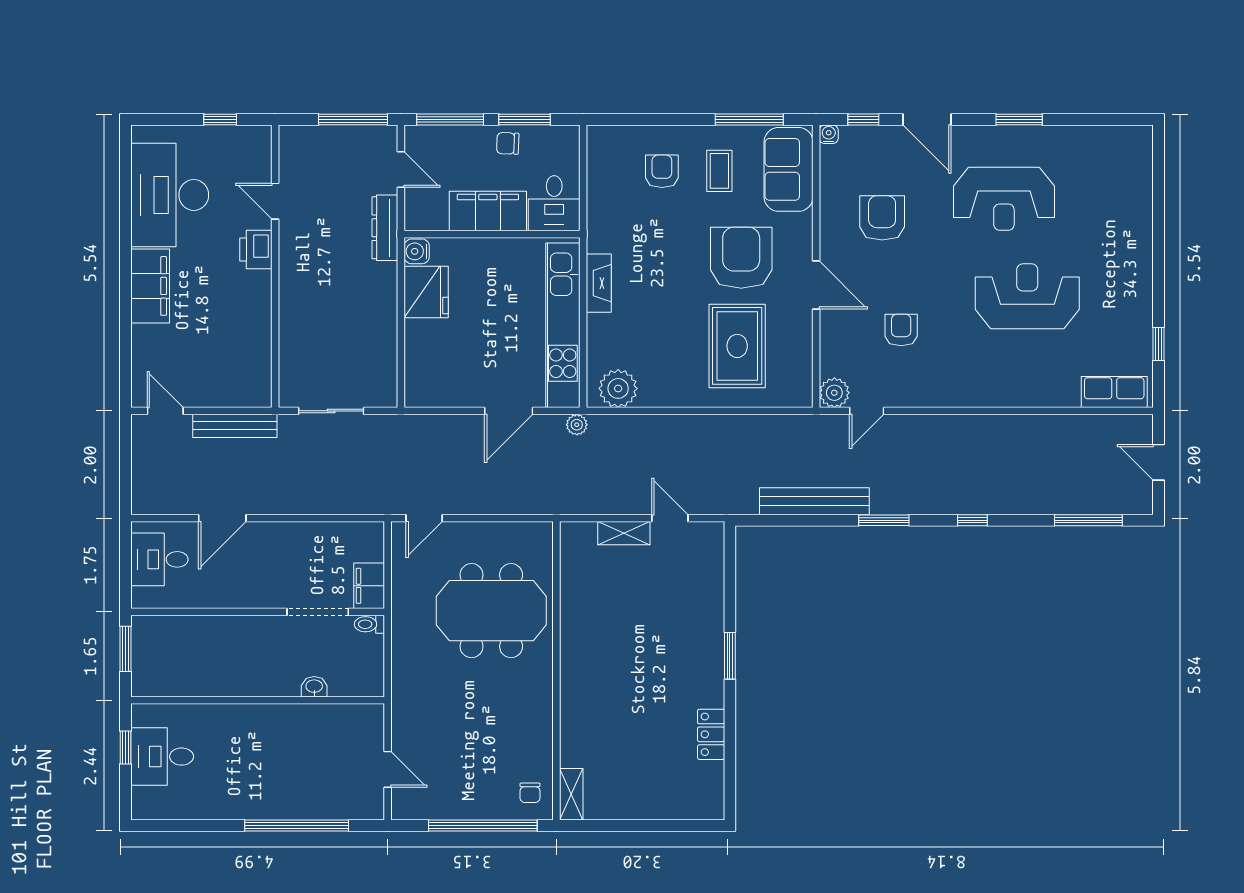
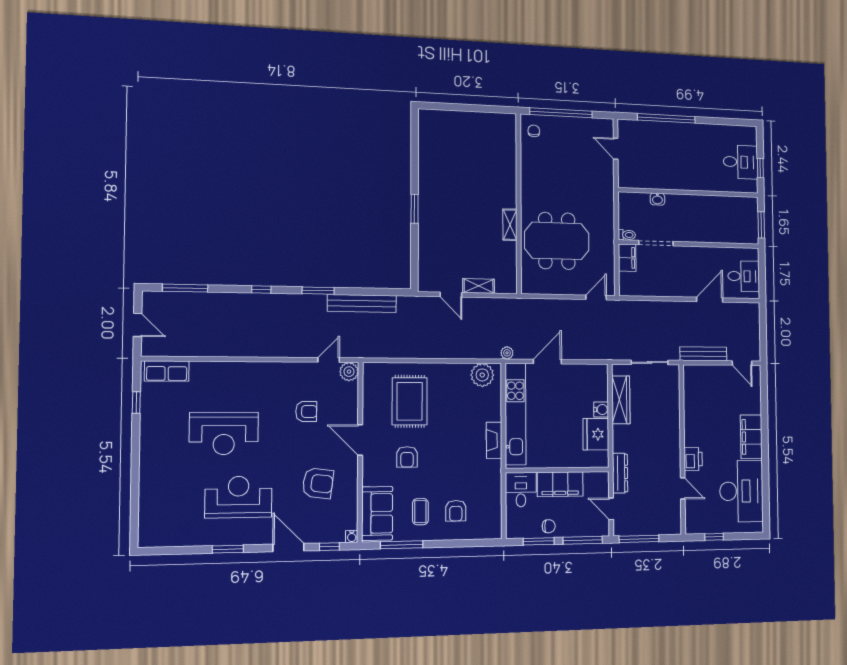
armchair: (882, 218) -> (318, 483), turned -83
water cooler: (417, 251) -> (601, 409), moved
armchair: (741, 258) -> (407, 457), width x0.53, depth x0.53
armchair: (901, 330) -> (306, 411), turned -90
wardrobe: (382, 348) -> (621, 400), added
locker: (711, 734) -> (426, 161), removed
shelving: (571, 794) -> (510, 225), moved

